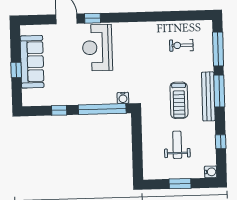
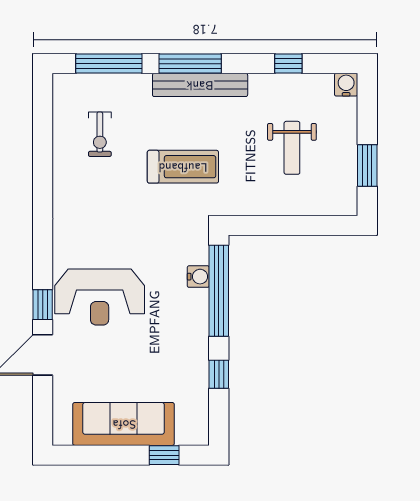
window: (16, 70) -> (164, 455), moved
water cooler: (123, 98) -> (198, 277), moved
treadmill: (179, 100) -> (183, 167), moved
weight bench: (177, 145) -> (292, 148), turned -90
window: (180, 184) -> (367, 166), moved

